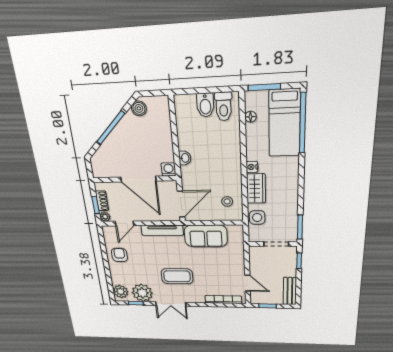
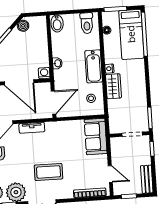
bidet: (205, 105) -> (57, 23), moved
bathtub: (231, 163) -> (94, 66), added
side table: (257, 217) -> (116, 111), removed
tv unit: (162, 230) -> (32, 128), width x0.71
sofa: (206, 236) -> (96, 136), moved, turned 90

